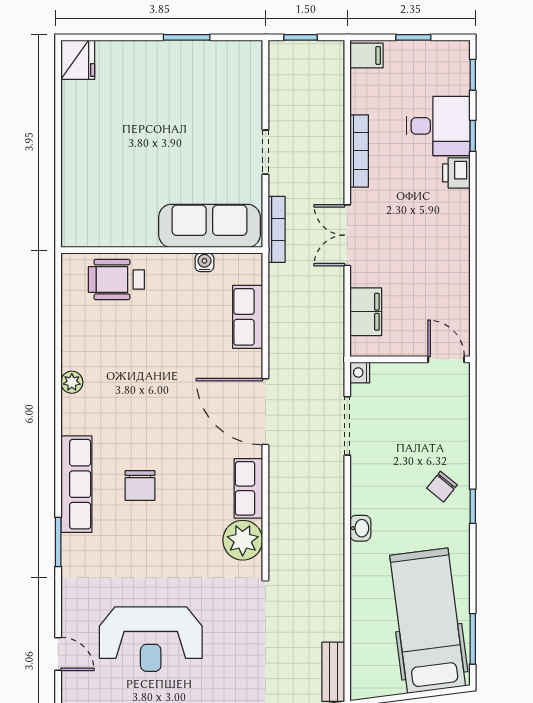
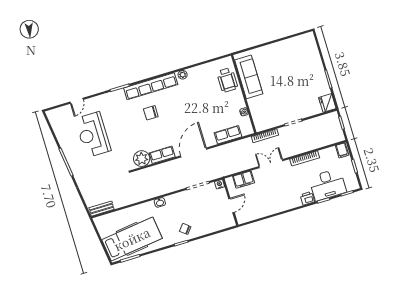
fridge: (78, 60) -> (327, 103), moved, turned 90
desk: (438, 126) -> (328, 185), width x1.37
sofa: (209, 226) -> (249, 77), moved
wheelchair: (116, 279) -> (227, 80), turned 180
door: (446, 359) -> (231, 205), moved
row of seats: (76, 484) -> (151, 86), width x1.36

